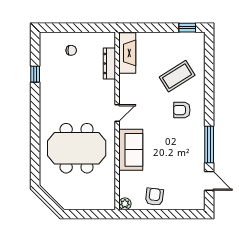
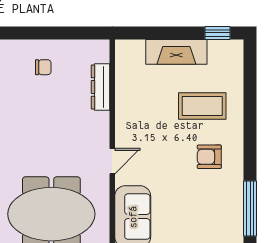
fireplace: (127, 53) -> (176, 52), moved, turned 90
coffee table: (177, 76) -> (202, 106), turned 32

